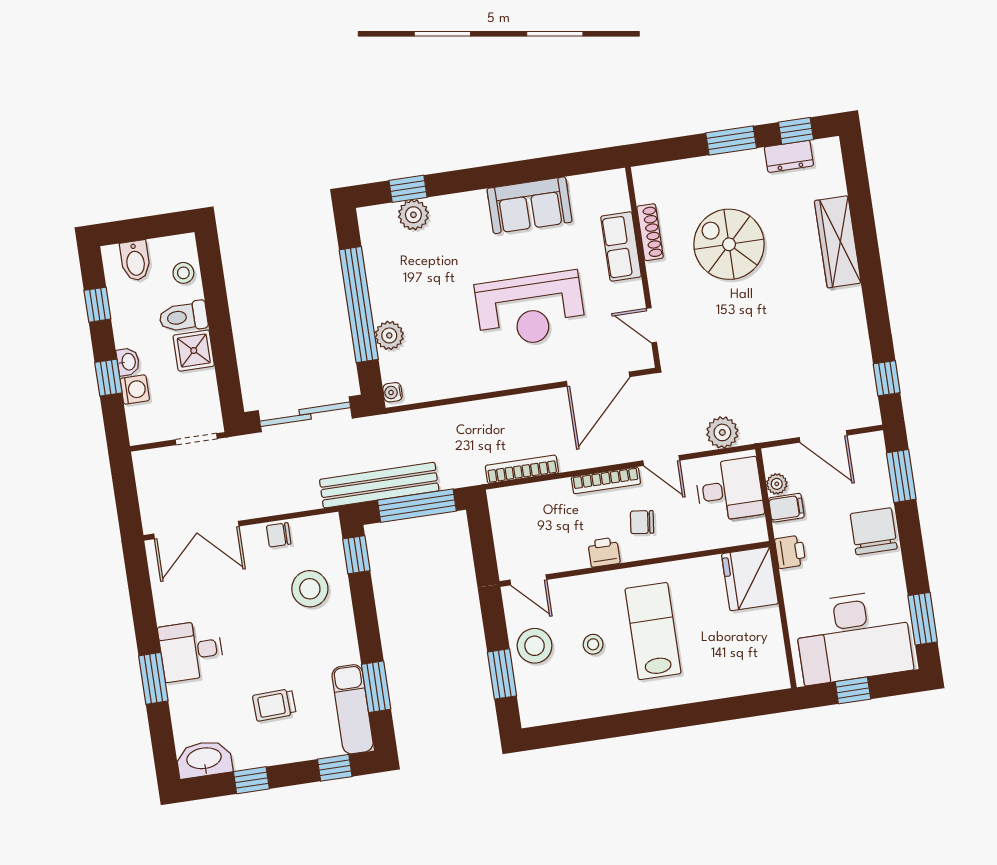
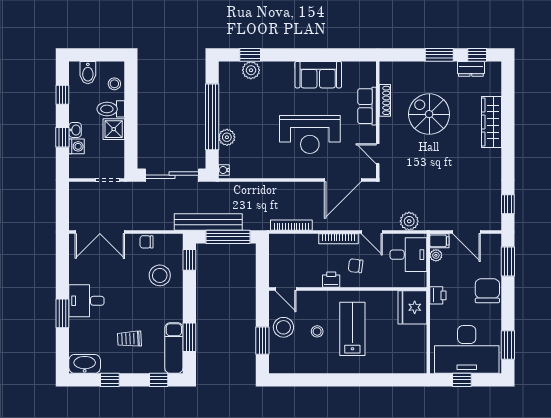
filing cabinet: (786, 508) -> (439, 241), moved

